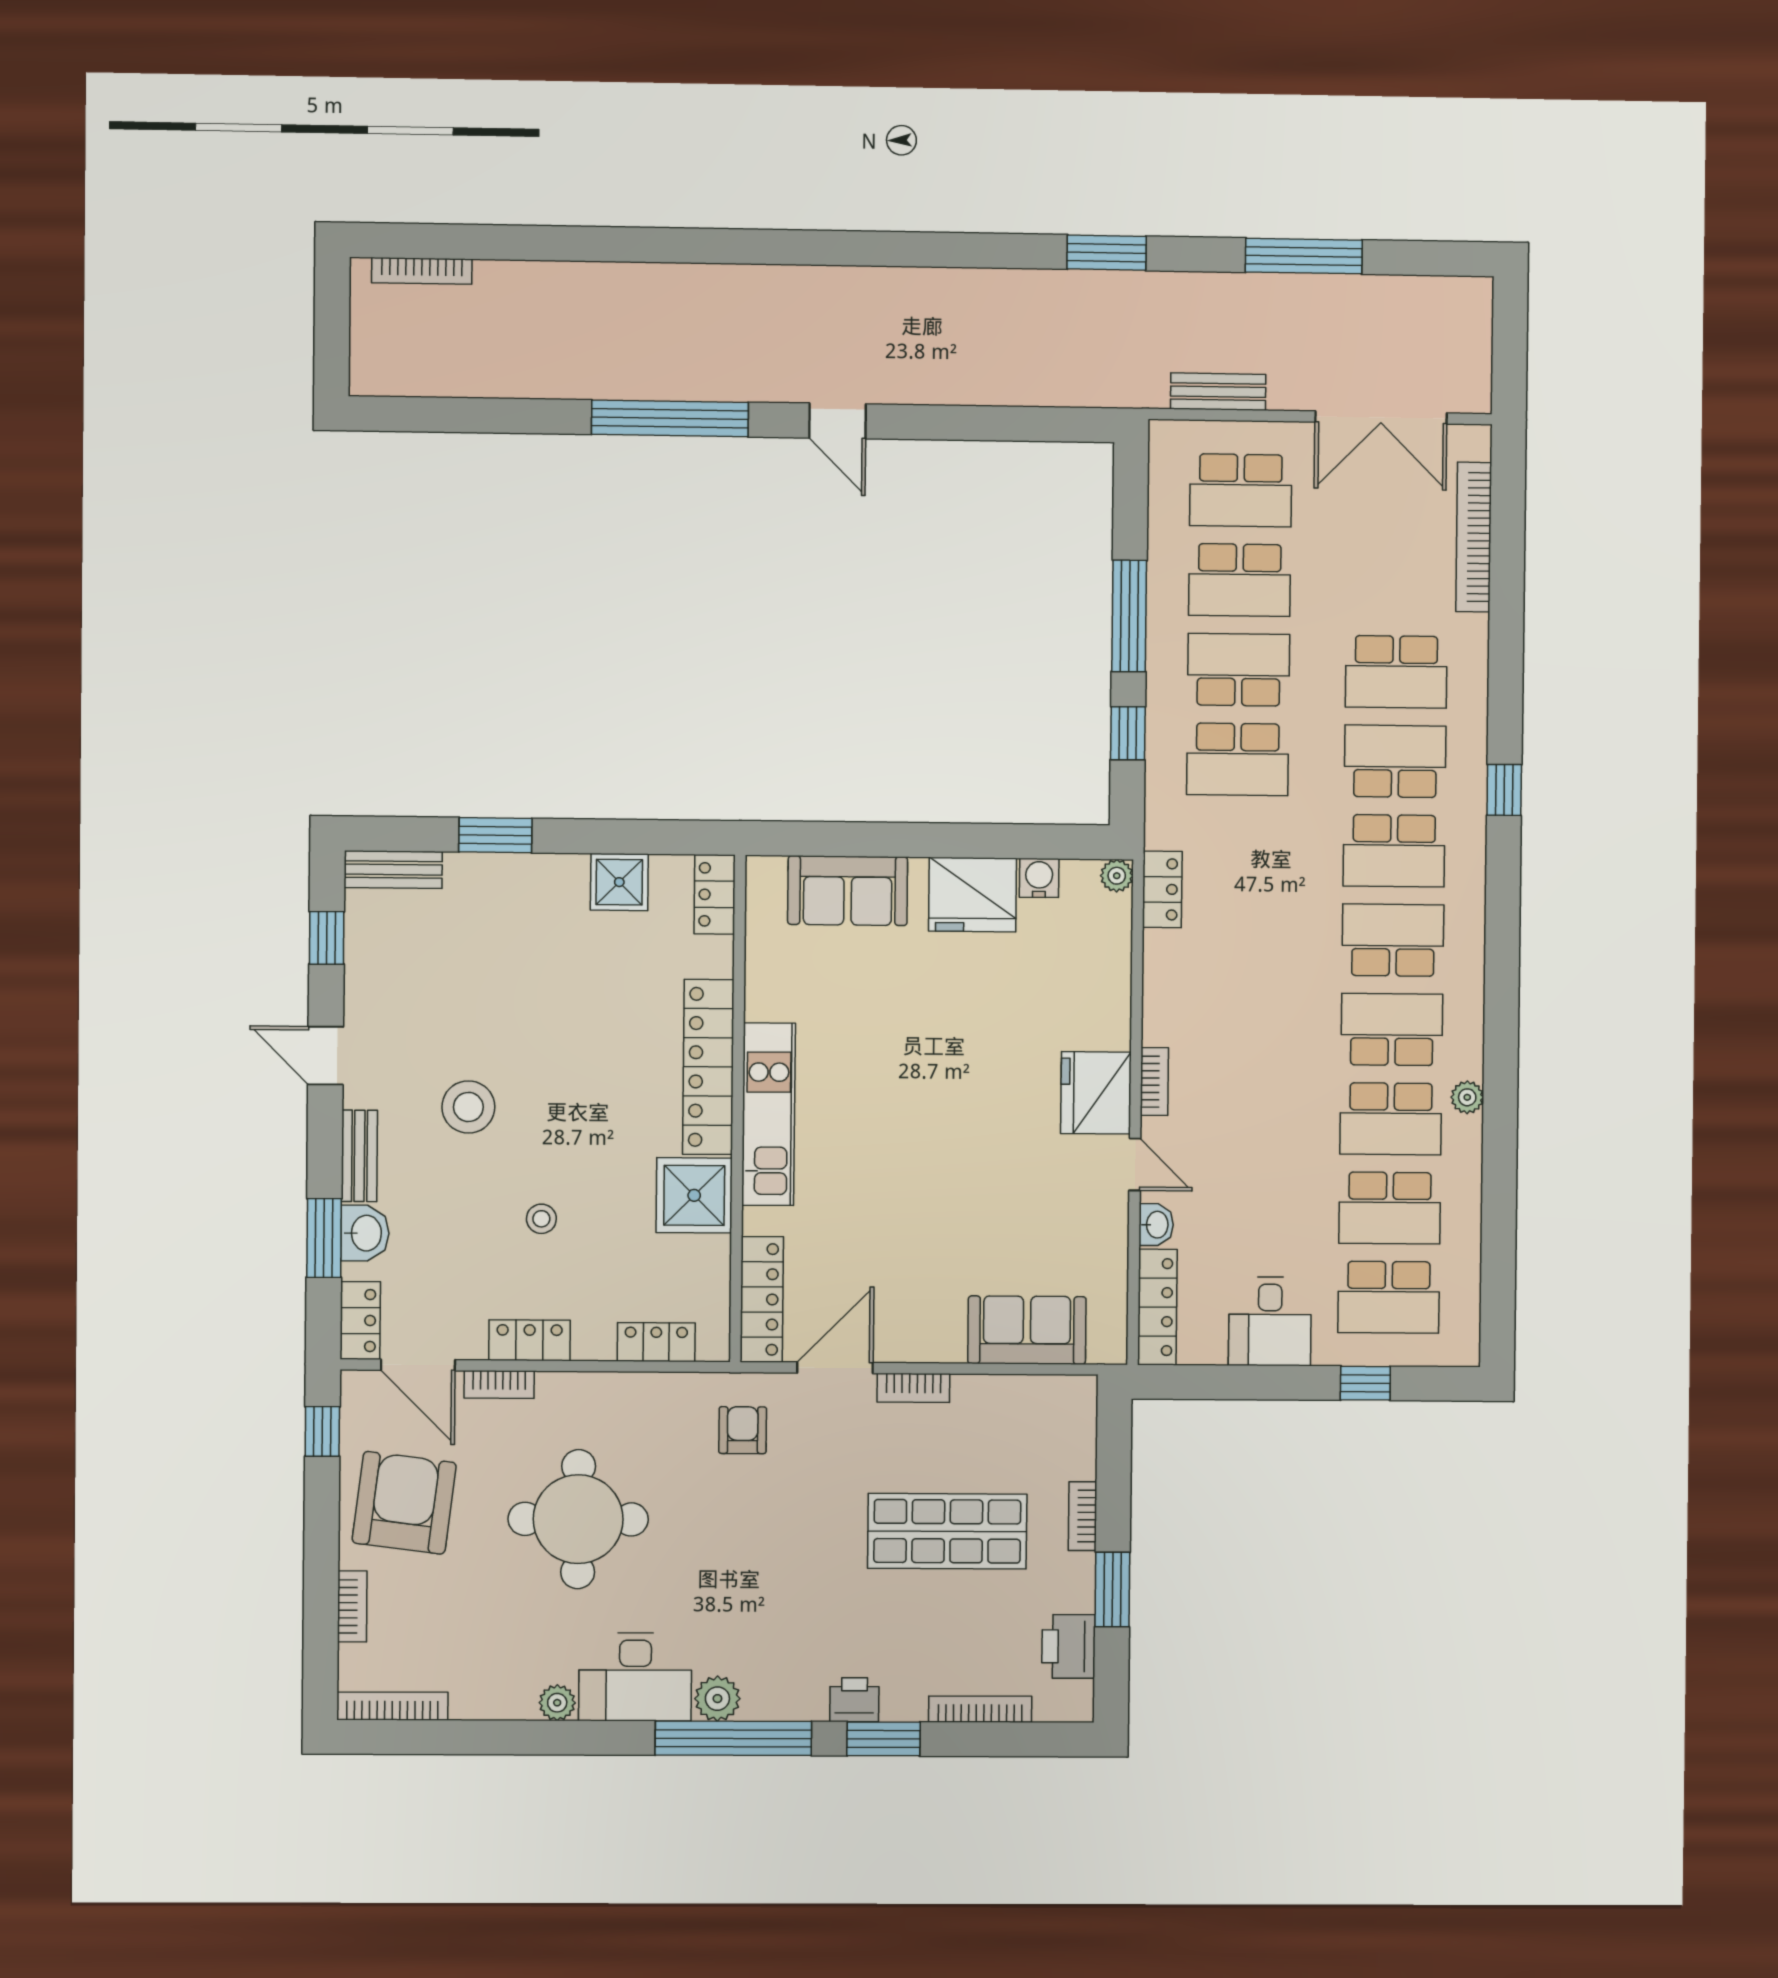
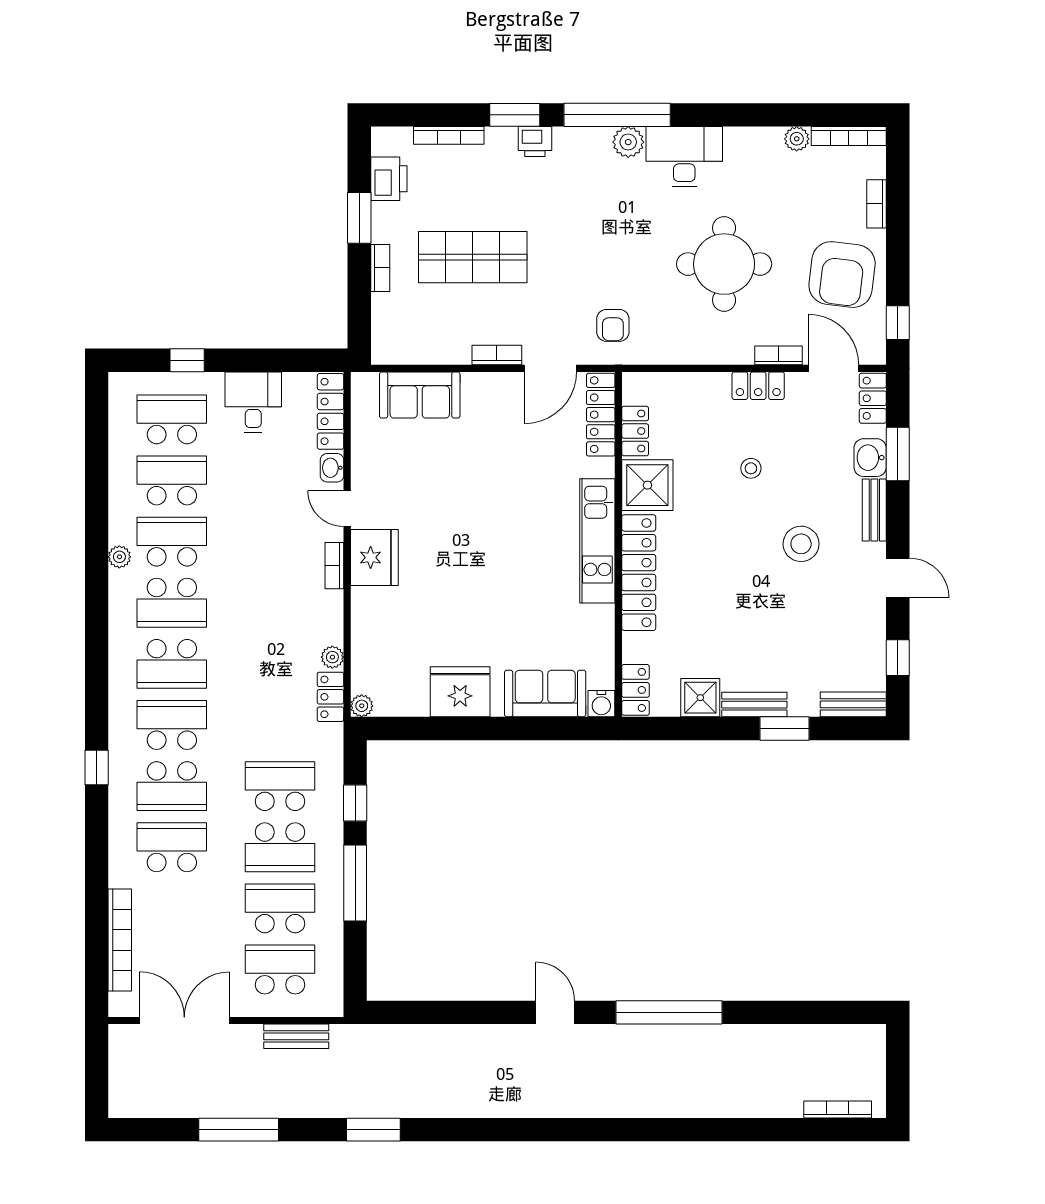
bench: (539, 871) -> (754, 705), added
water cooler: (1039, 878) -> (601, 704), moved
plant: (1159, 947) -> (332, 657), added
locker: (656, 1342) -> (635, 431), moved, turned -90
plant: (557, 1703) -> (797, 139), moved

